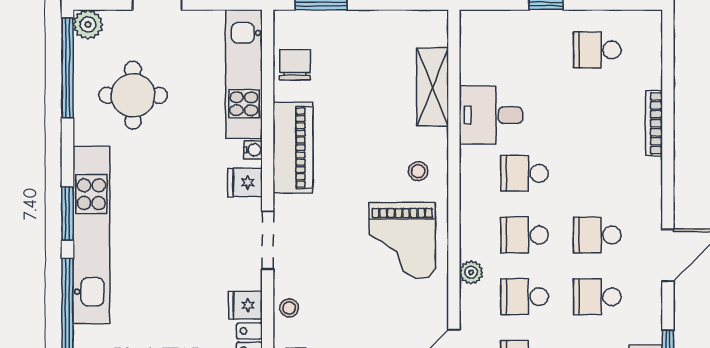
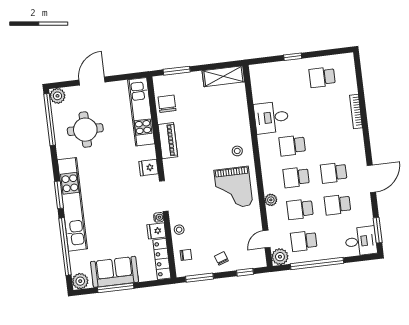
shelving: (433, 87) -> (223, 76), moved, turned 90
piano: (293, 148) -> (168, 141), width x0.73, depth x0.75
water cooler: (253, 150) -> (159, 217), moved

